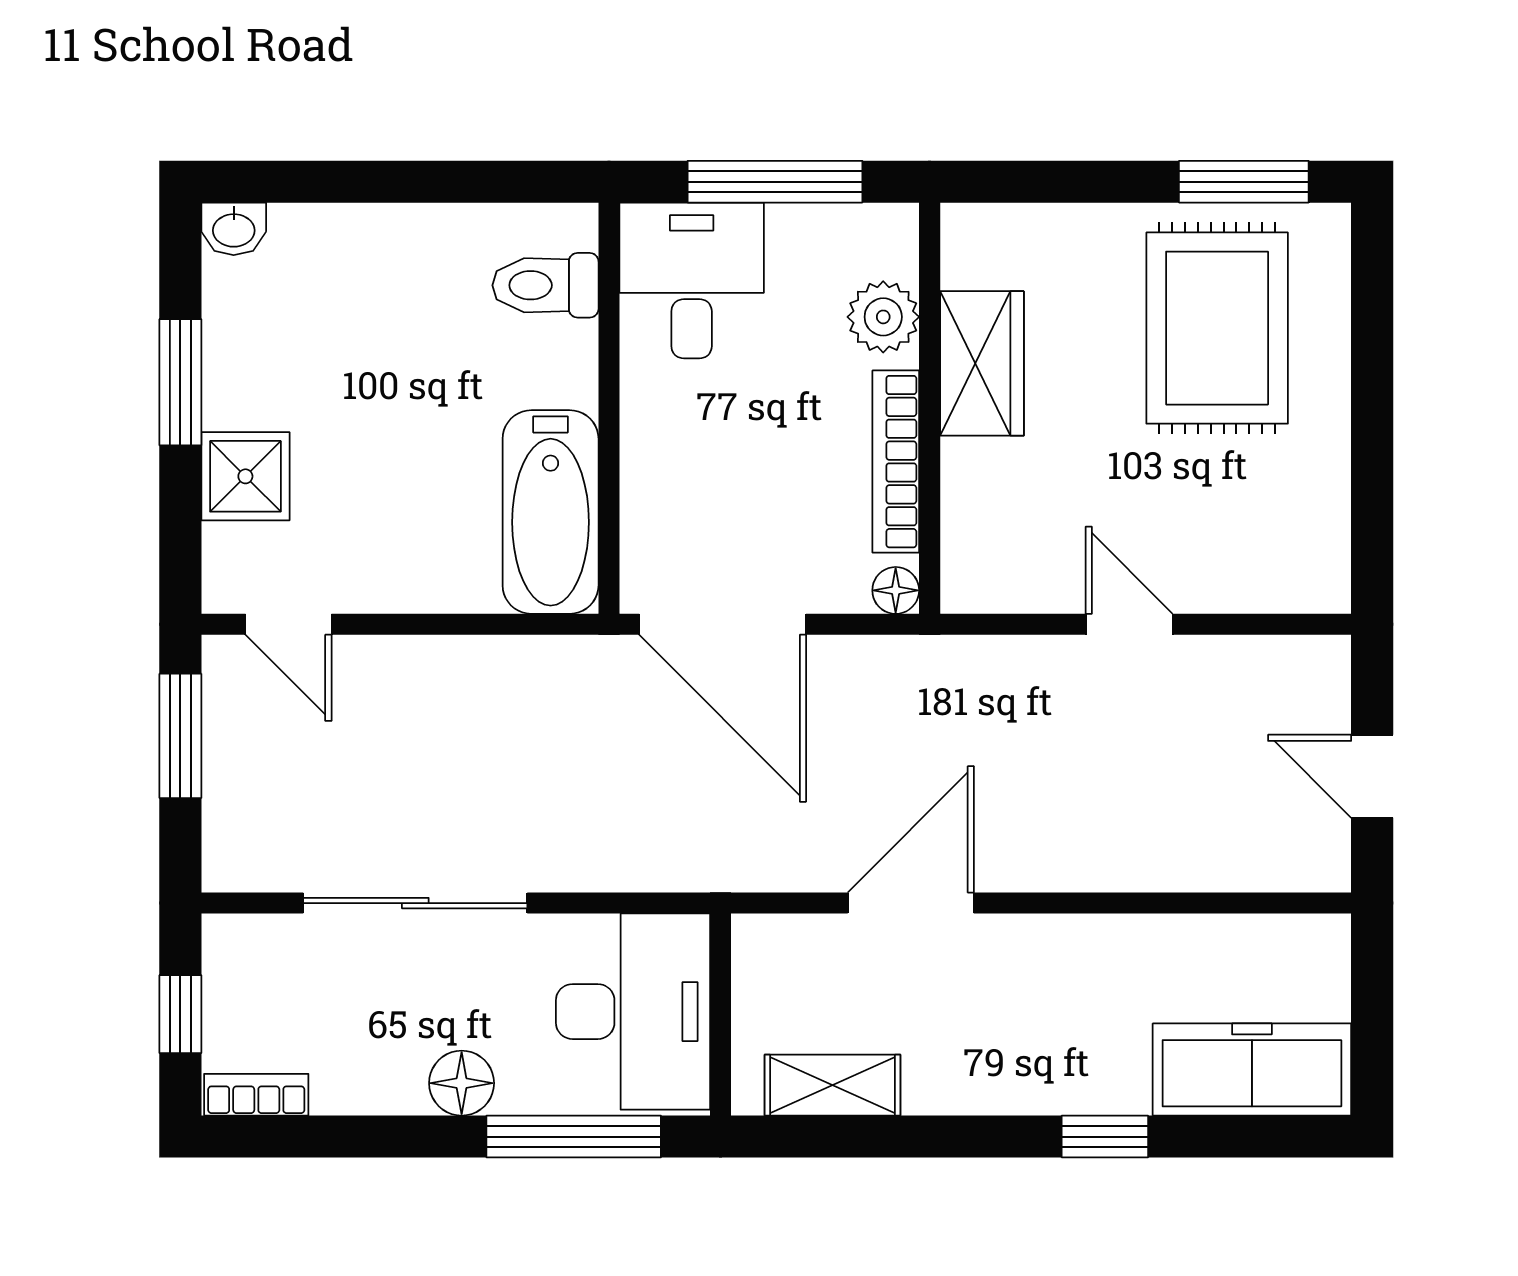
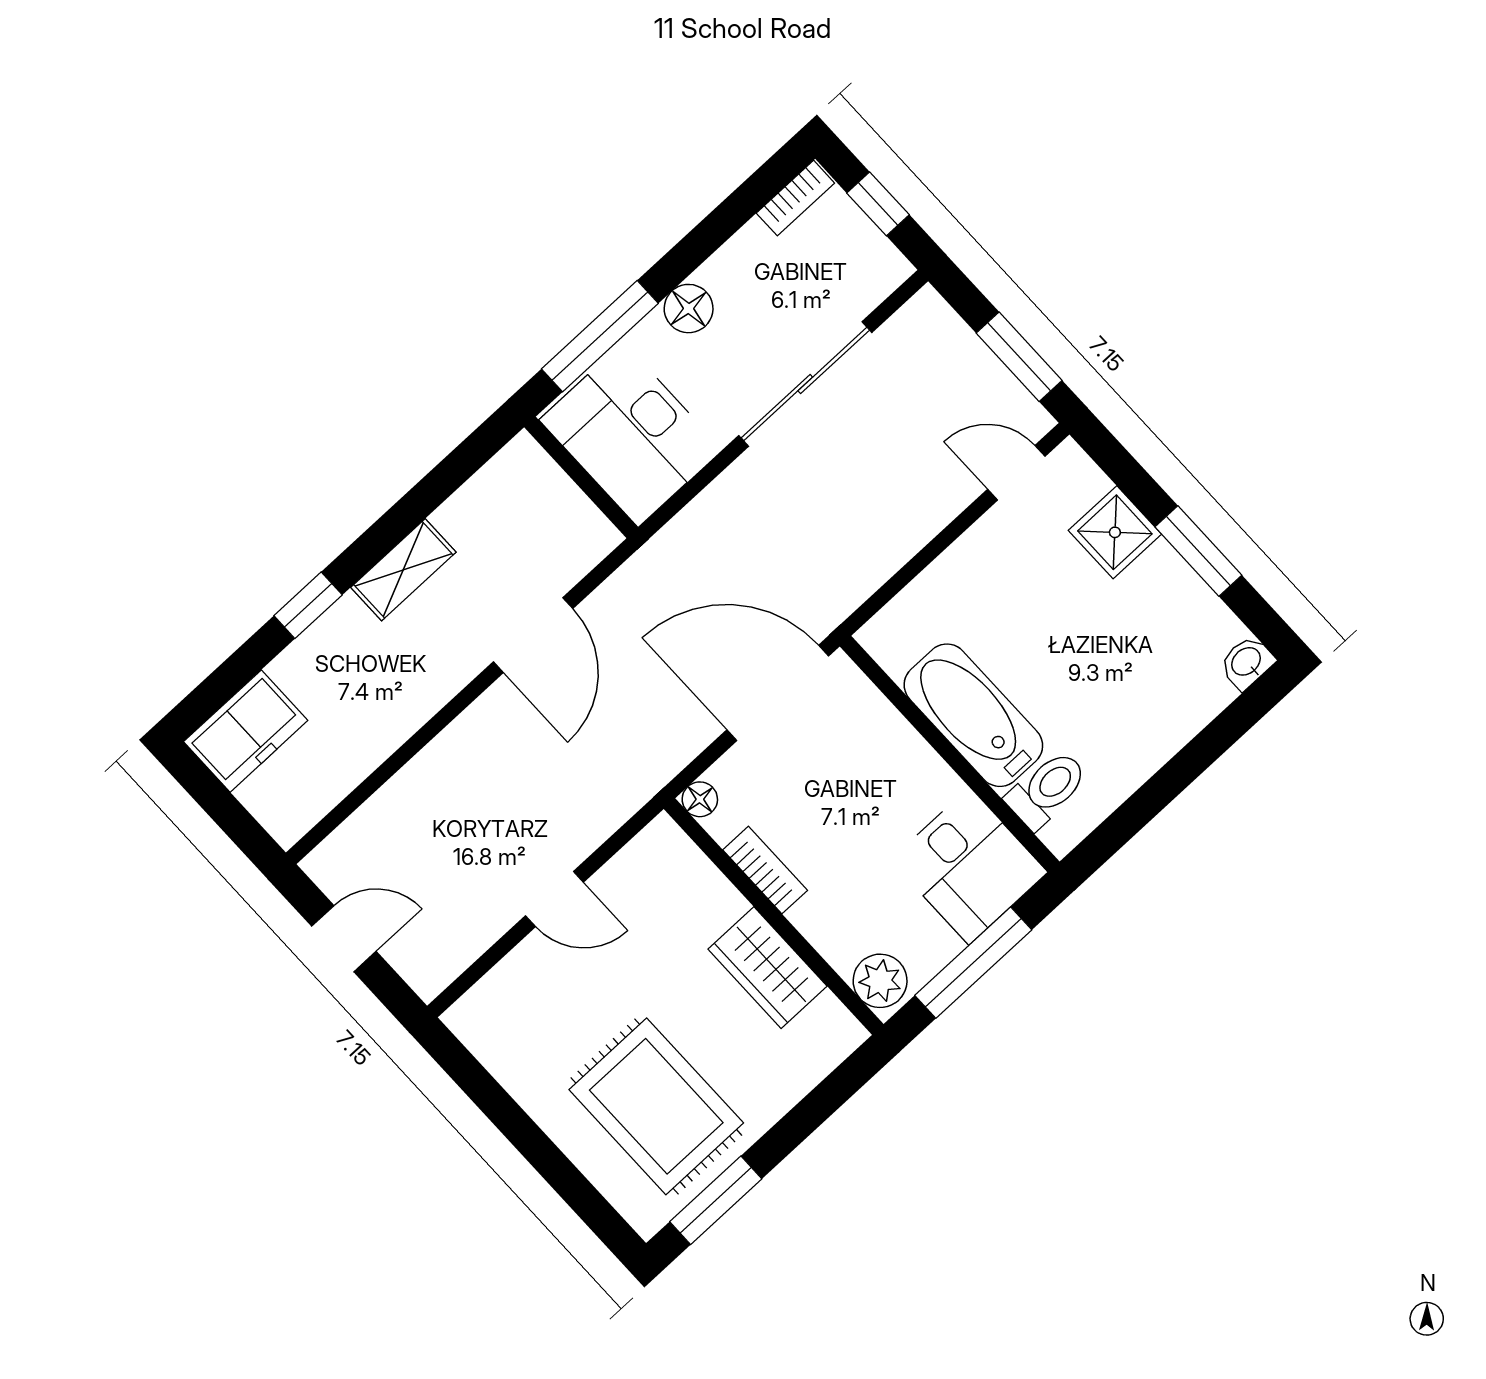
plant: (883, 317) -> (880, 981), moved
bookcase: (896, 462) -> (765, 870), width x0.64
bathtub: (551, 512) -> (973, 715), moved
freezer: (1252, 1070) -> (246, 731), width x0.71
shelving: (833, 1085) -> (403, 570), moved

